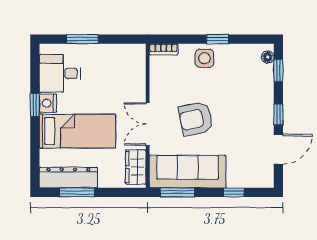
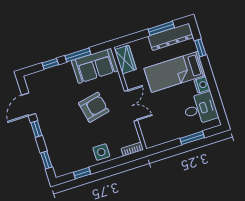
window: (218, 39) -> (82, 173), moved
floor lamp: (268, 57) -> (57, 167), removed
window: (35, 105) -> (200, 48), moved
double door: (148, 124) -> (131, 106), moved
sofa: (188, 172) -> (95, 66), width x0.73
window: (177, 192) -> (78, 55), moved

